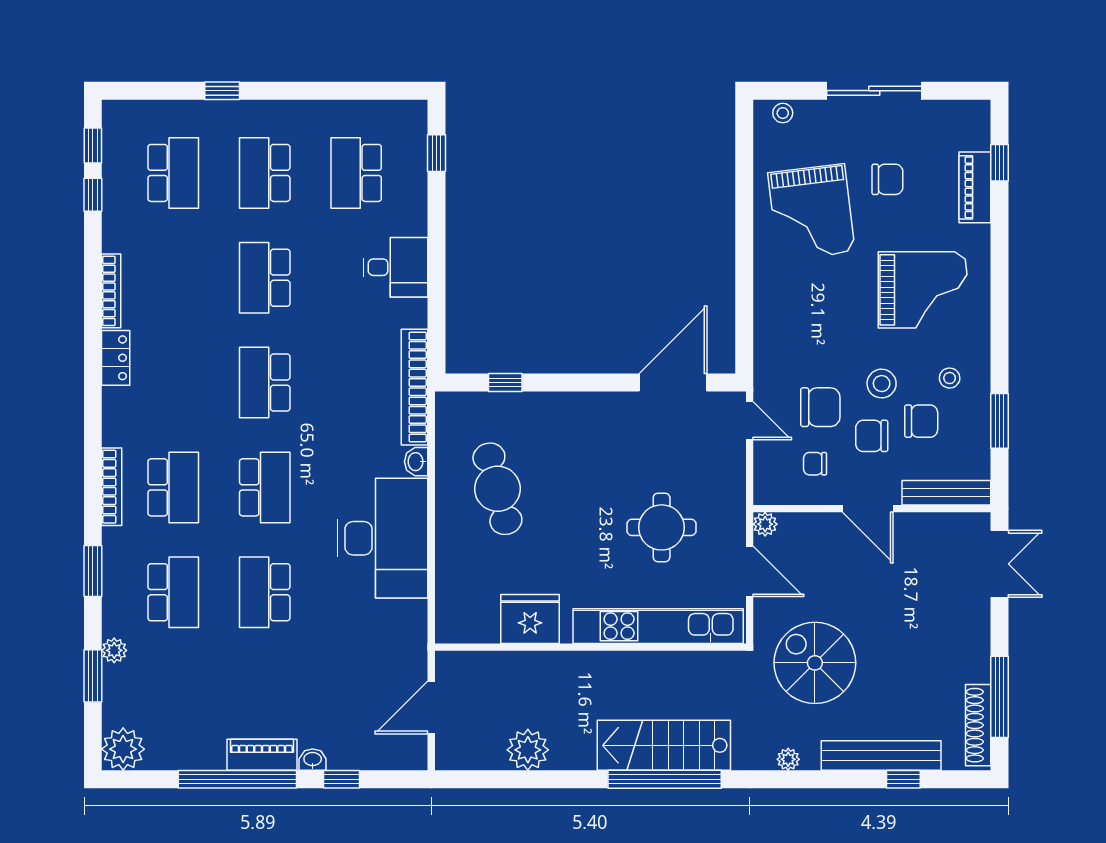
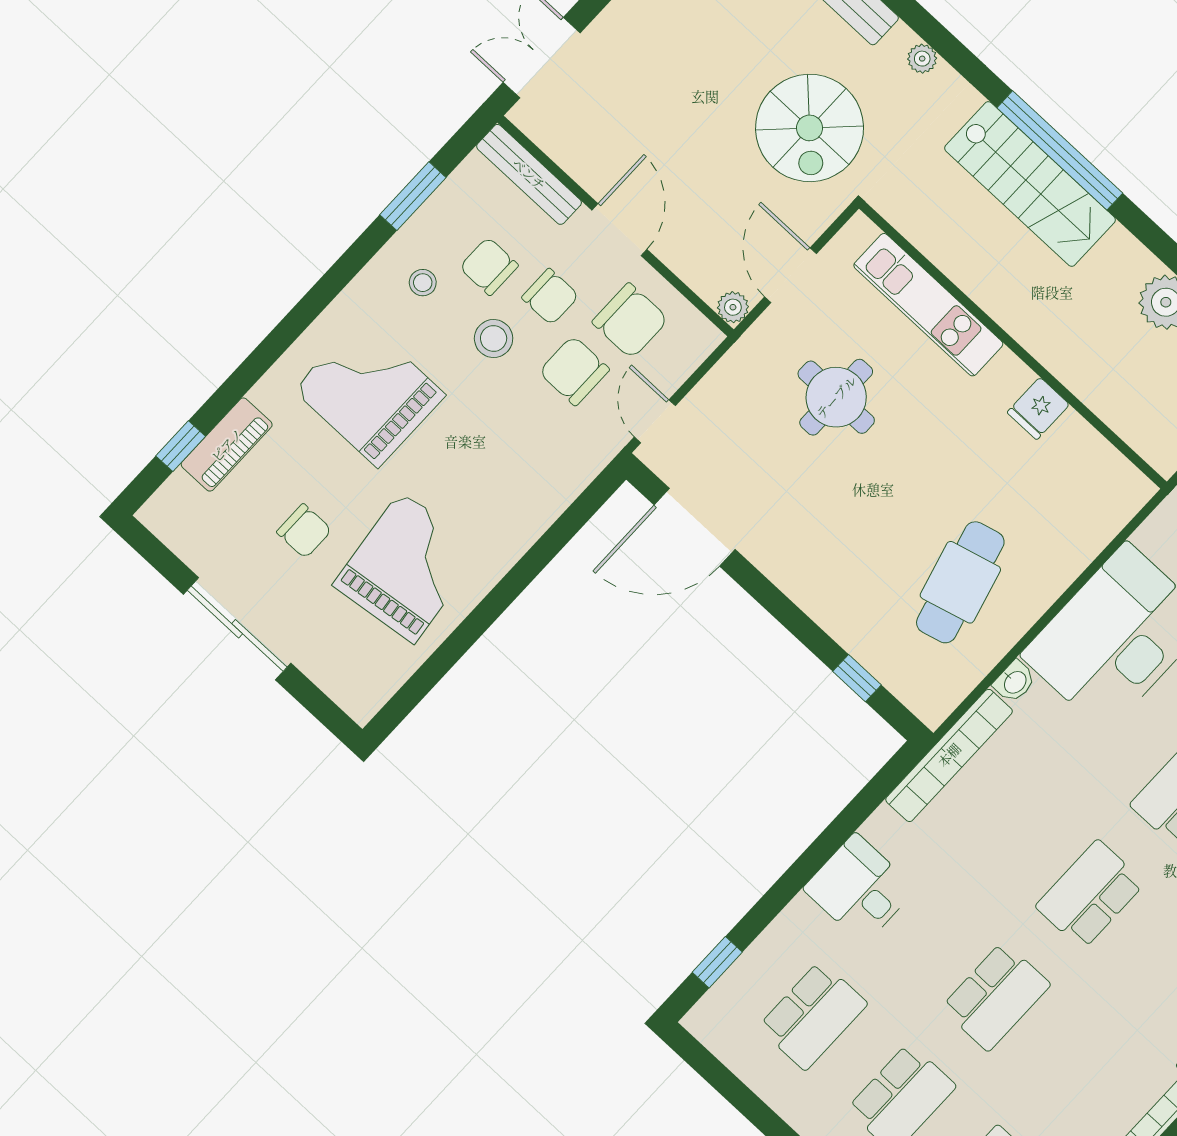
stool: (783, 113) -> (346, 689), removed
chair: (887, 179) -> (304, 531), turned 180
school desk: (265, 383) -> (1090, 895), turned 180
chair: (815, 464) -> (630, 321), width x1.87, depth x1.87
fridge: (530, 619) -> (1038, 408), width x0.53, depth x0.75
kitchen unit: (658, 626) -> (928, 305), width x0.73

